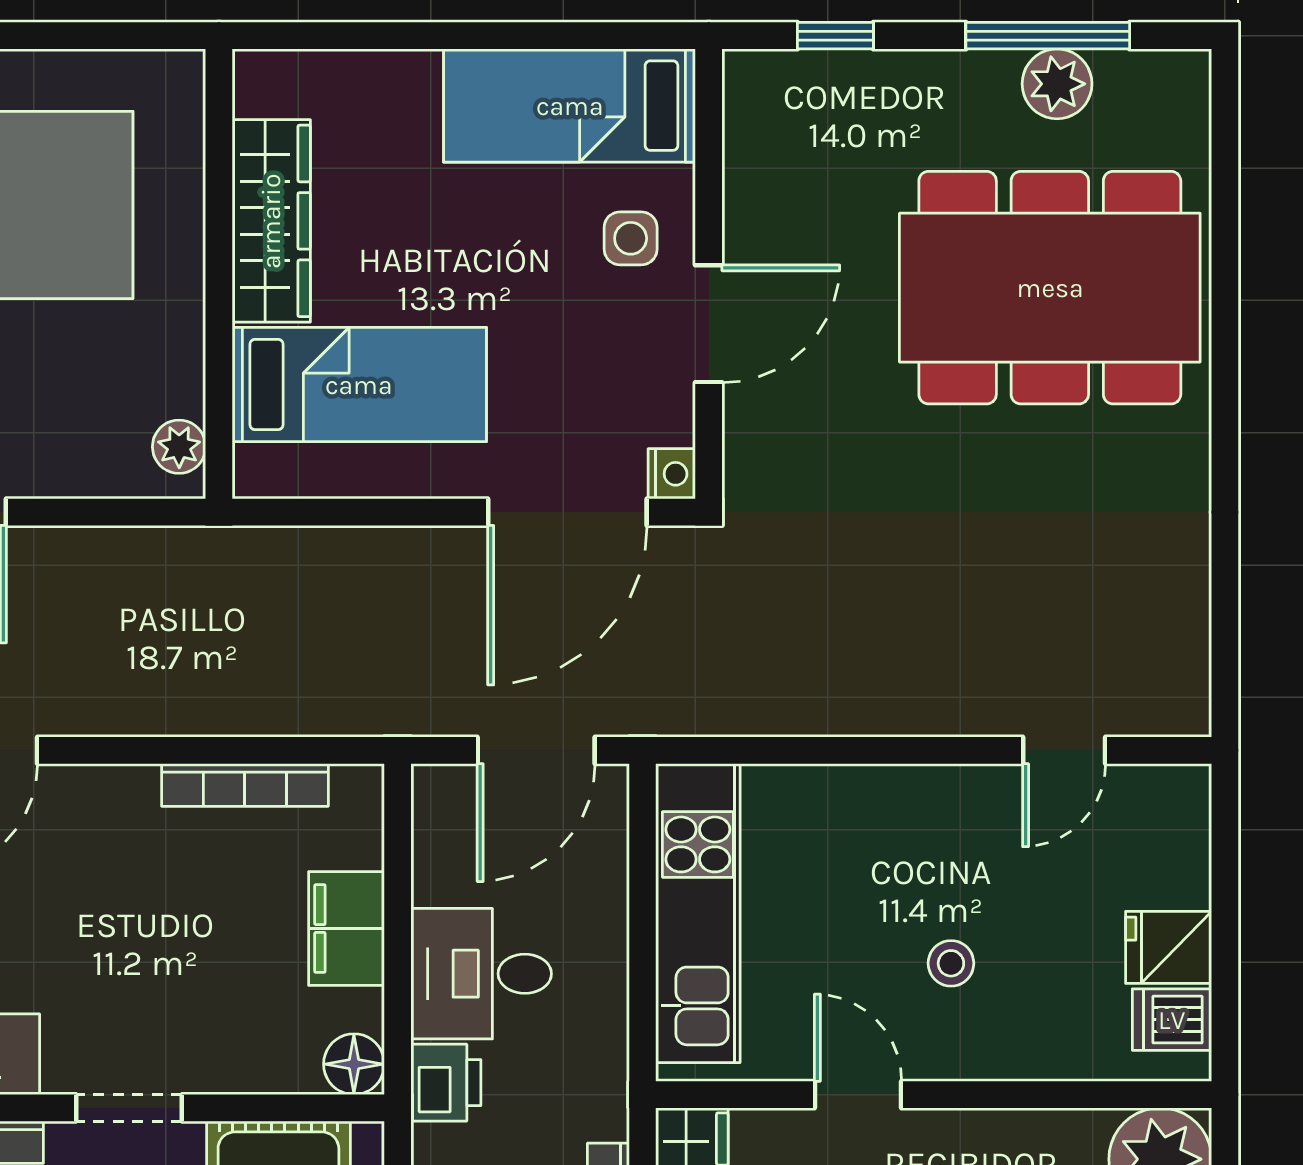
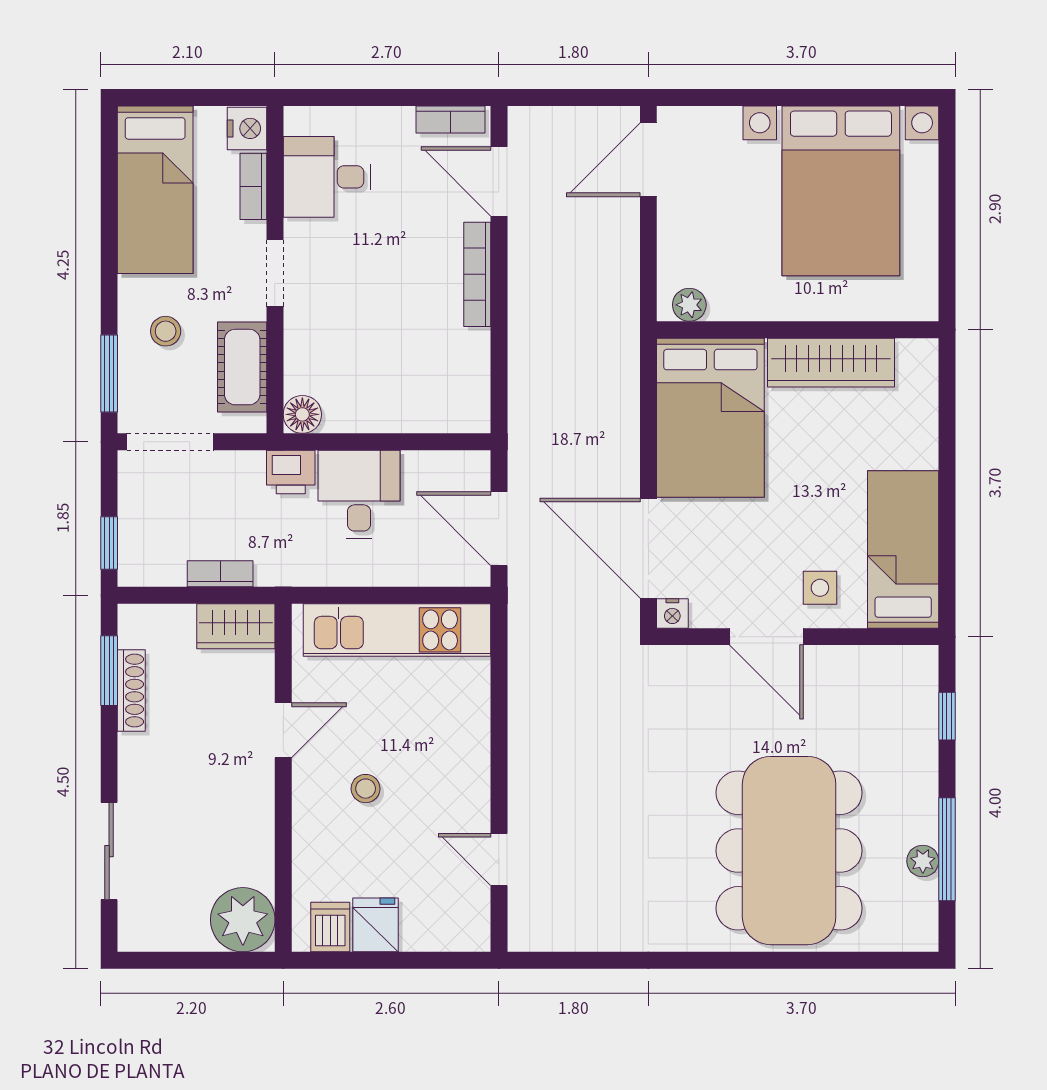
plant: (1057, 84) -> (923, 861), width x0.73, depth x0.73
bed: (359, 385) -> (710, 418), width x1.50
bookcase: (245, 785) -> (477, 274), moved
filing cabinet: (346, 929) -> (387, 410), removed

